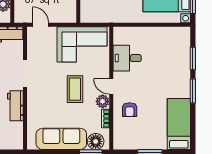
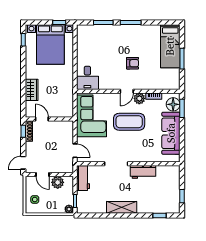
door: (41, 25) -> (75, 151), swing flipped
desk: (127, 58) -> (87, 78), moved
coffee table: (75, 89) -> (129, 122), width x1.36, depth x1.32
armchair: (130, 110) -> (133, 63), moved
bed: (179, 124) -> (170, 46), moved, turned -90

